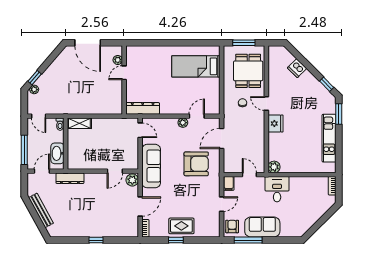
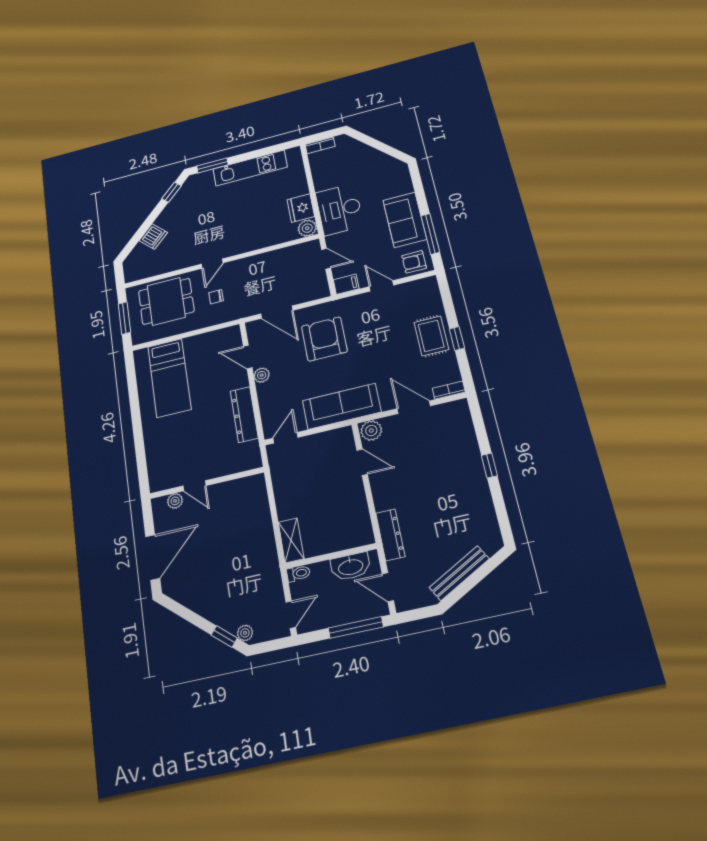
dresser: (143, 108) -> (244, 414), moved
fridge: (276, 124) -> (301, 208), moved, turned -90
door: (249, 175) -> (326, 259), swing flipped
desk: (277, 189) -> (339, 209), width x1.37

